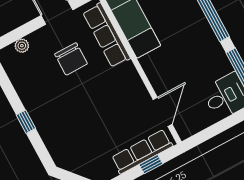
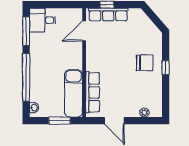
chair: (71, 59) -> (145, 63), moved, turned 90

